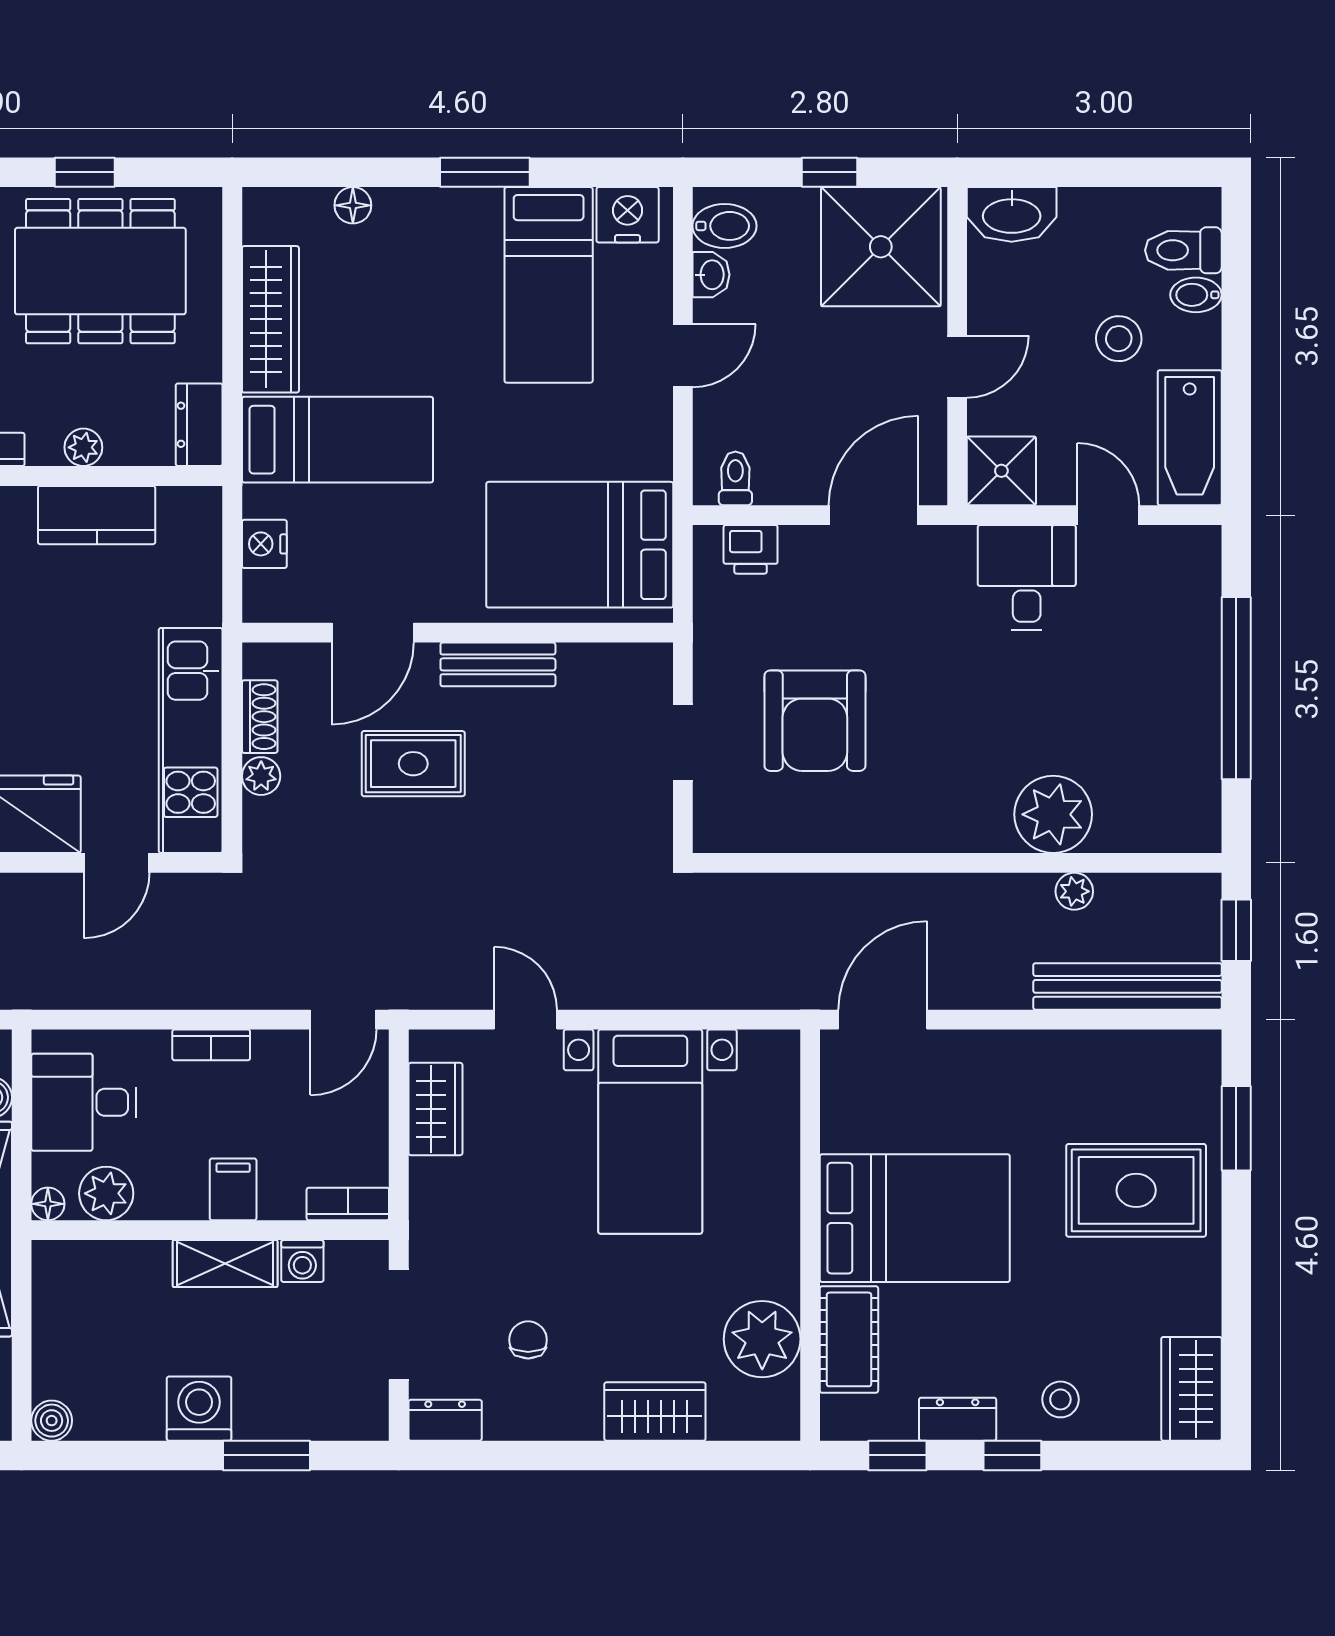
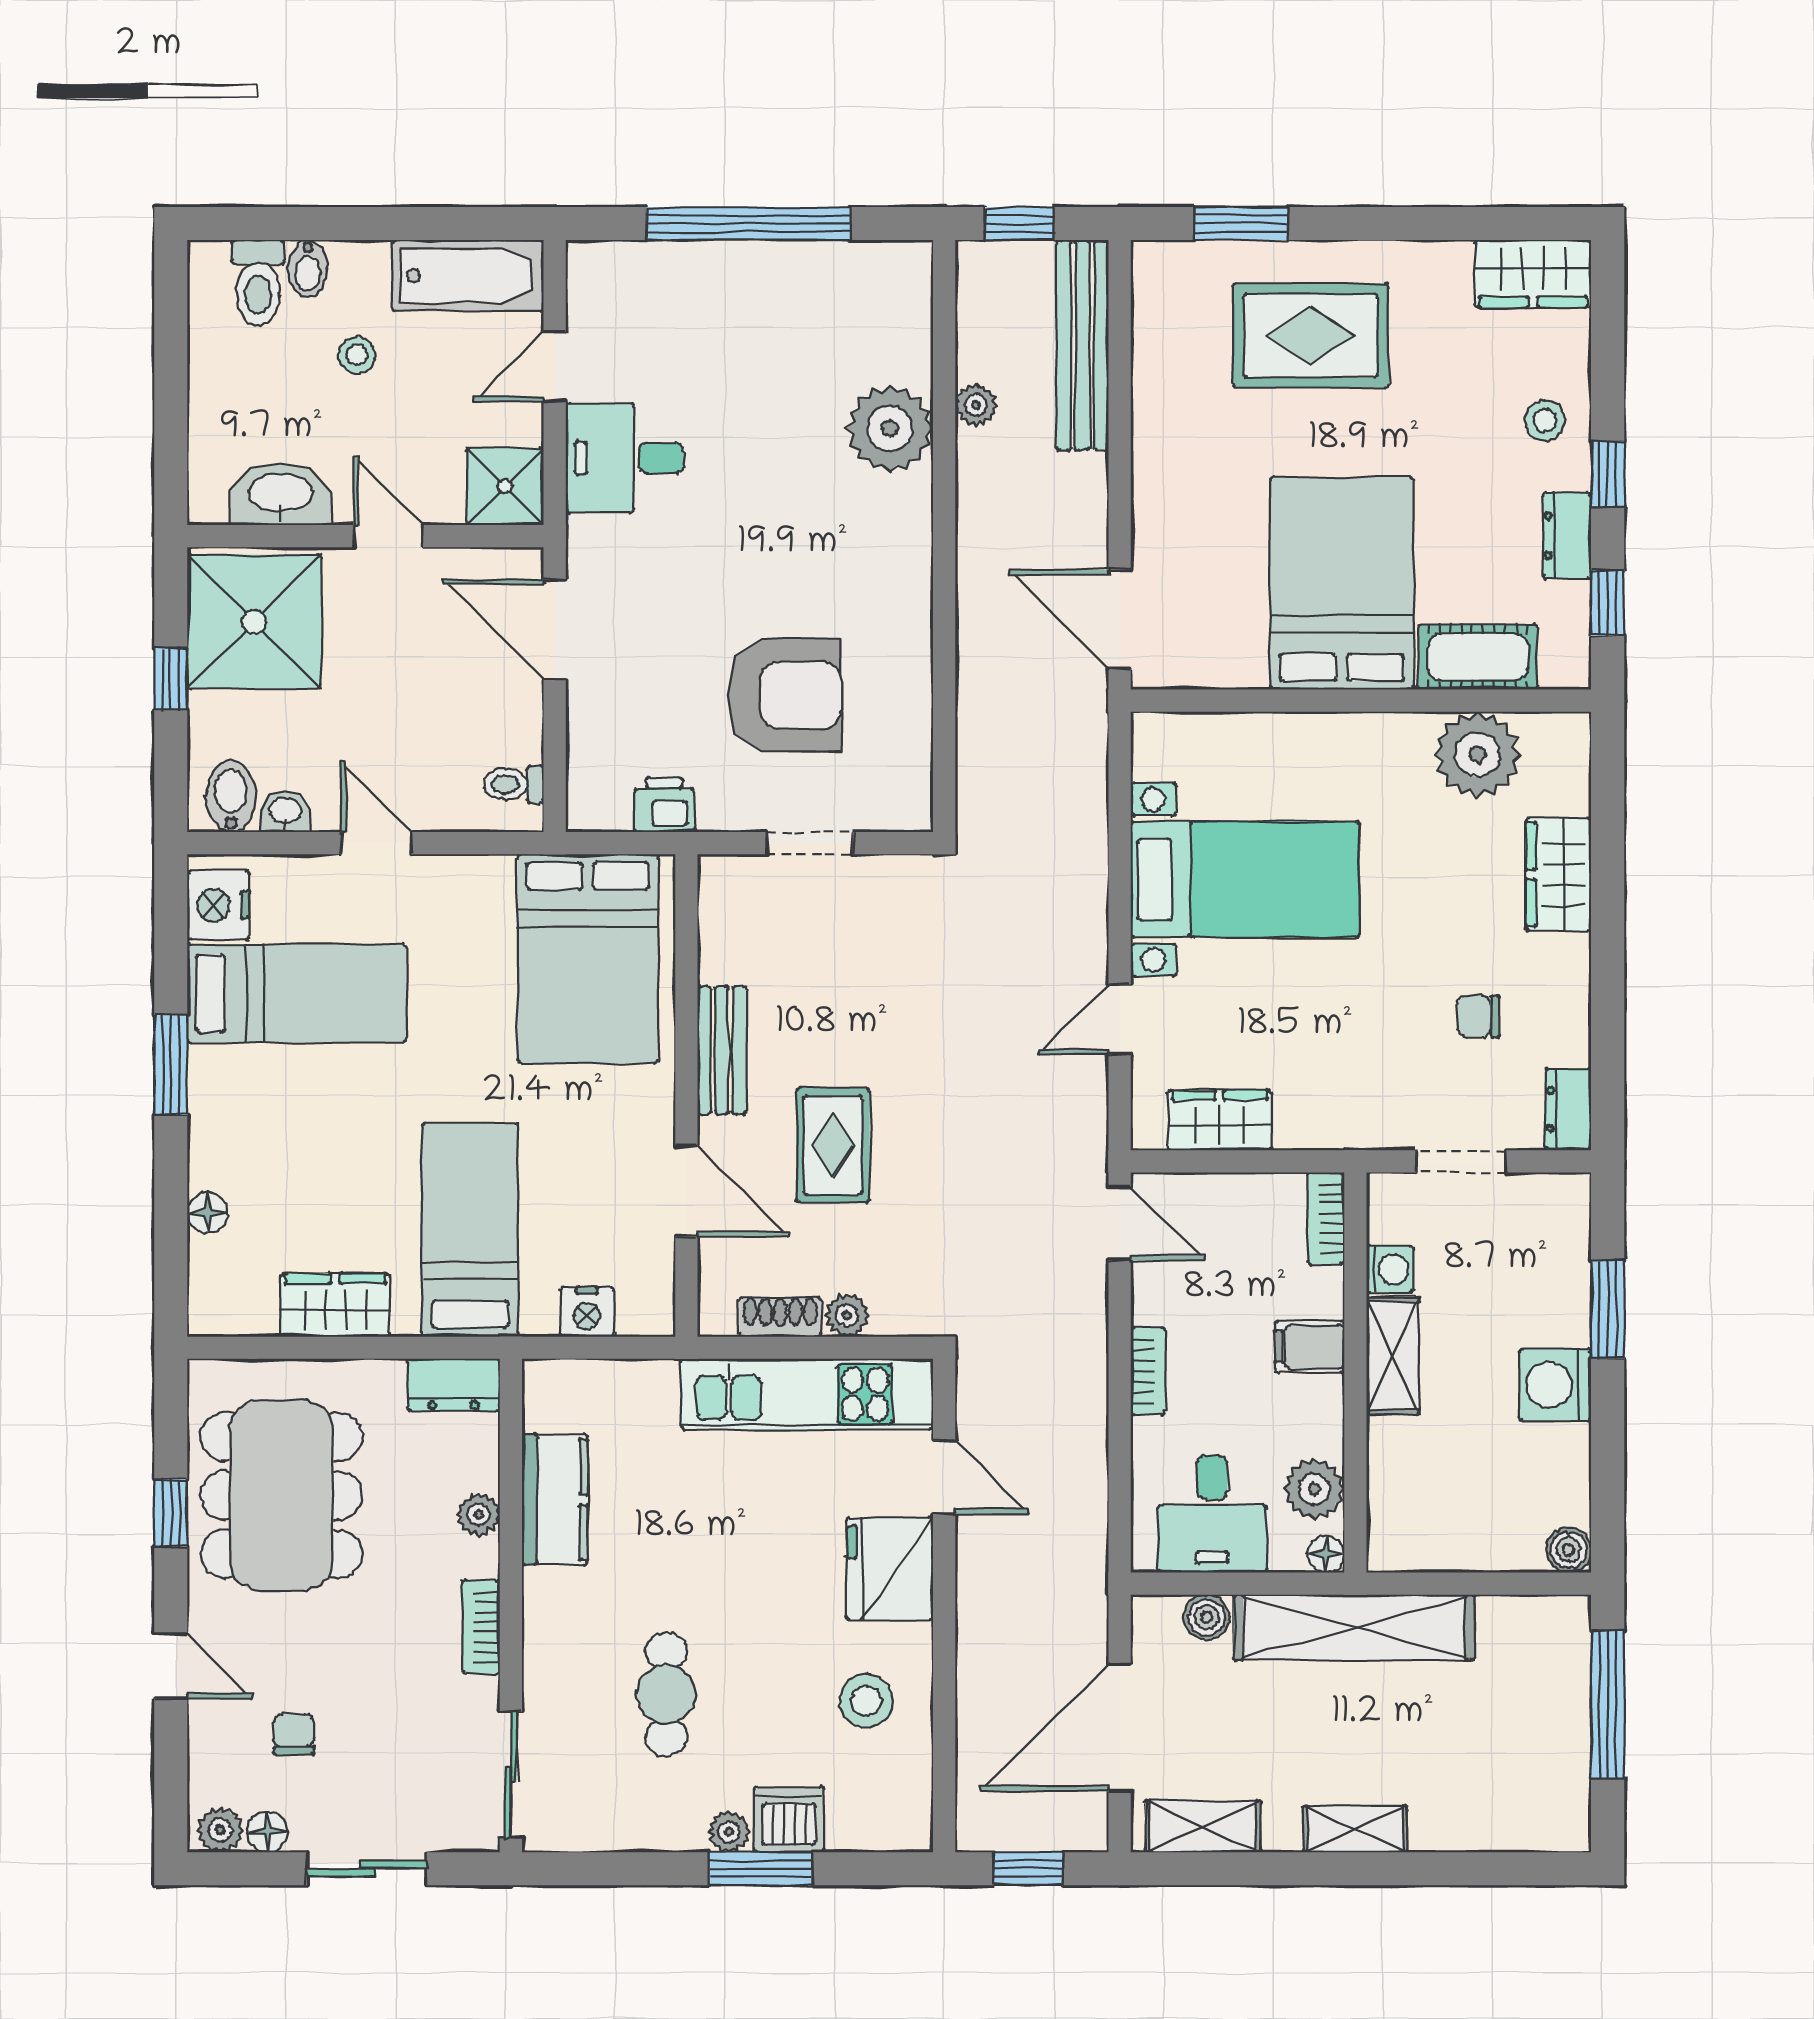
washbasin: (1012, 214) -> (281, 494), moved, turned -90
wardrobe: (270, 319) -> (335, 1305), width x0.67
stool: (1119, 339) -> (357, 355), width x0.73, depth x0.73
printer: (751, 549) -> (664, 805), moved, turned -90
rug: (1136, 1190) -> (1311, 336), turned 90
doorway: (399, 1325) -> (1461, 1161), width x0.73

